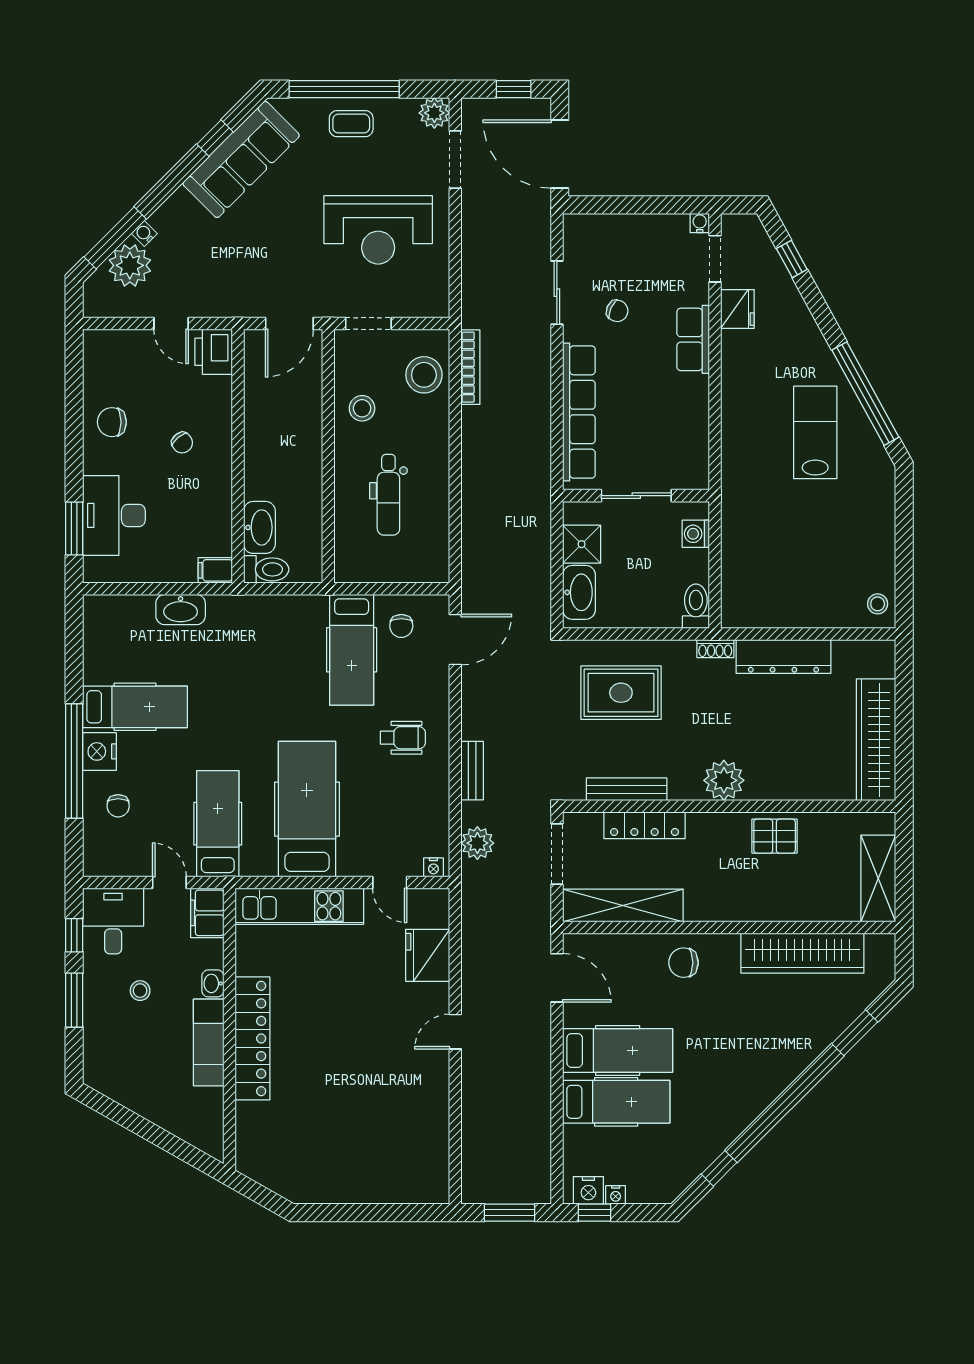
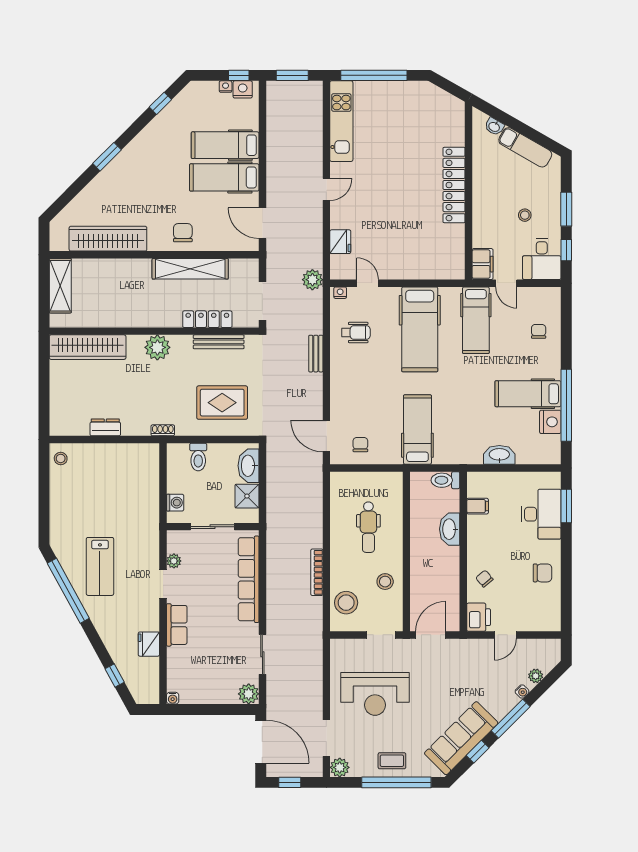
reception desk: (378, 230) -> (375, 694), turned 180
plant: (579, 230) -> (249, 694), added
window: (115, 238) -> (511, 719), moved
doorway: (715, 259) -> (163, 584), moved
plant: (130, 265) -> (536, 676), width x0.53, depth x0.53
chair: (617, 311) -> (225, 643), removed
door: (171, 323) -> (505, 635), swing flipped
bookcase: (470, 367) -> (317, 572), moved
plant: (698, 441) -> (174, 561), added
chair: (182, 443) -> (484, 579), moved
dental chair: (388, 495) -> (368, 527), turned 180
washbasin: (259, 527) -> (450, 529), moved
filing cabinet: (215, 570) -> (478, 506), moved
toilet: (696, 606) -> (198, 457), moved
door: (455, 640) -> (326, 436), hinge flipped
hospital bed: (352, 650) -> (417, 430), moved
dresser: (783, 657) -> (105, 427), width x0.51, depth x0.80
wheelchair: (403, 738) -> (356, 333), moved, turned 180
wardrobe: (876, 740) -> (88, 347), moved, turned 90
nightstand: (99, 751) -> (550, 422), moved
window: (74, 761) -> (566, 405), moved
pallet: (775, 836) -> (126, 312), removed
plant: (477, 843) -> (312, 280), moved
shelving: (623, 905) -> (190, 269), moved
kitchen unit: (299, 906) -> (341, 121), moved, turned 90
fridge: (428, 955) -> (340, 242), width x0.73, depth x0.75
chair: (684, 963) -> (183, 233), turned -90
washbasin: (213, 983) -> (494, 127), moved, turned 120
window: (855, 1033) -> (107, 157), moved
exam couch: (209, 1043) -> (525, 147), moved, turned 120
window: (380, 1213) -> (374, 75), added

